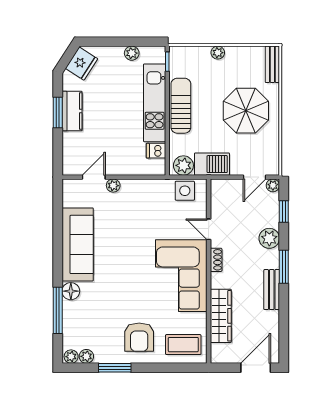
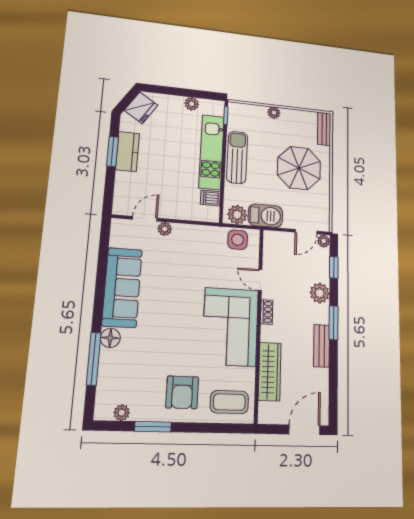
plant: (71, 357) -> (104, 413), removed

